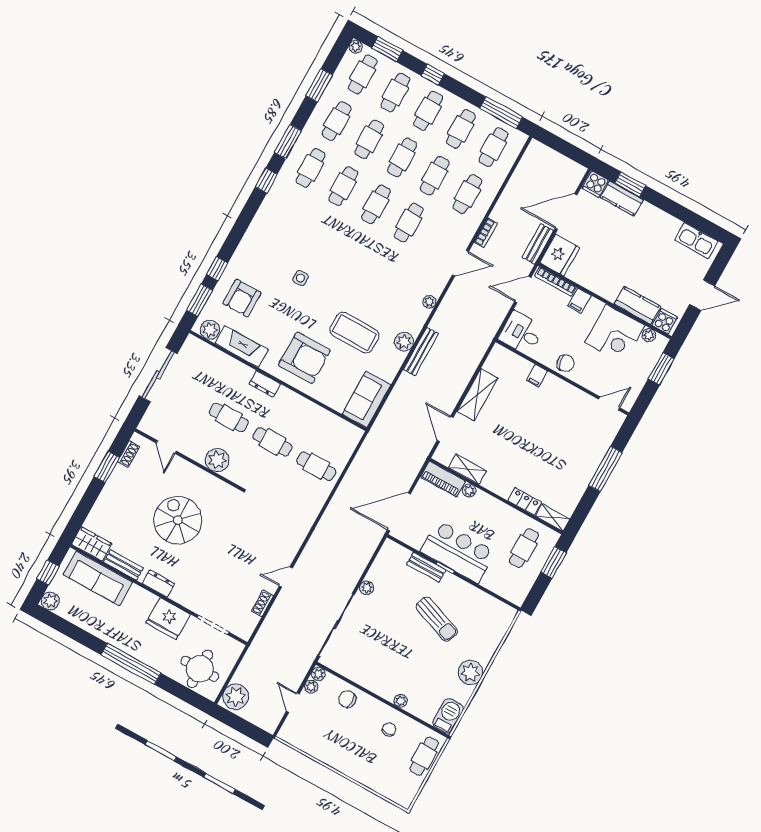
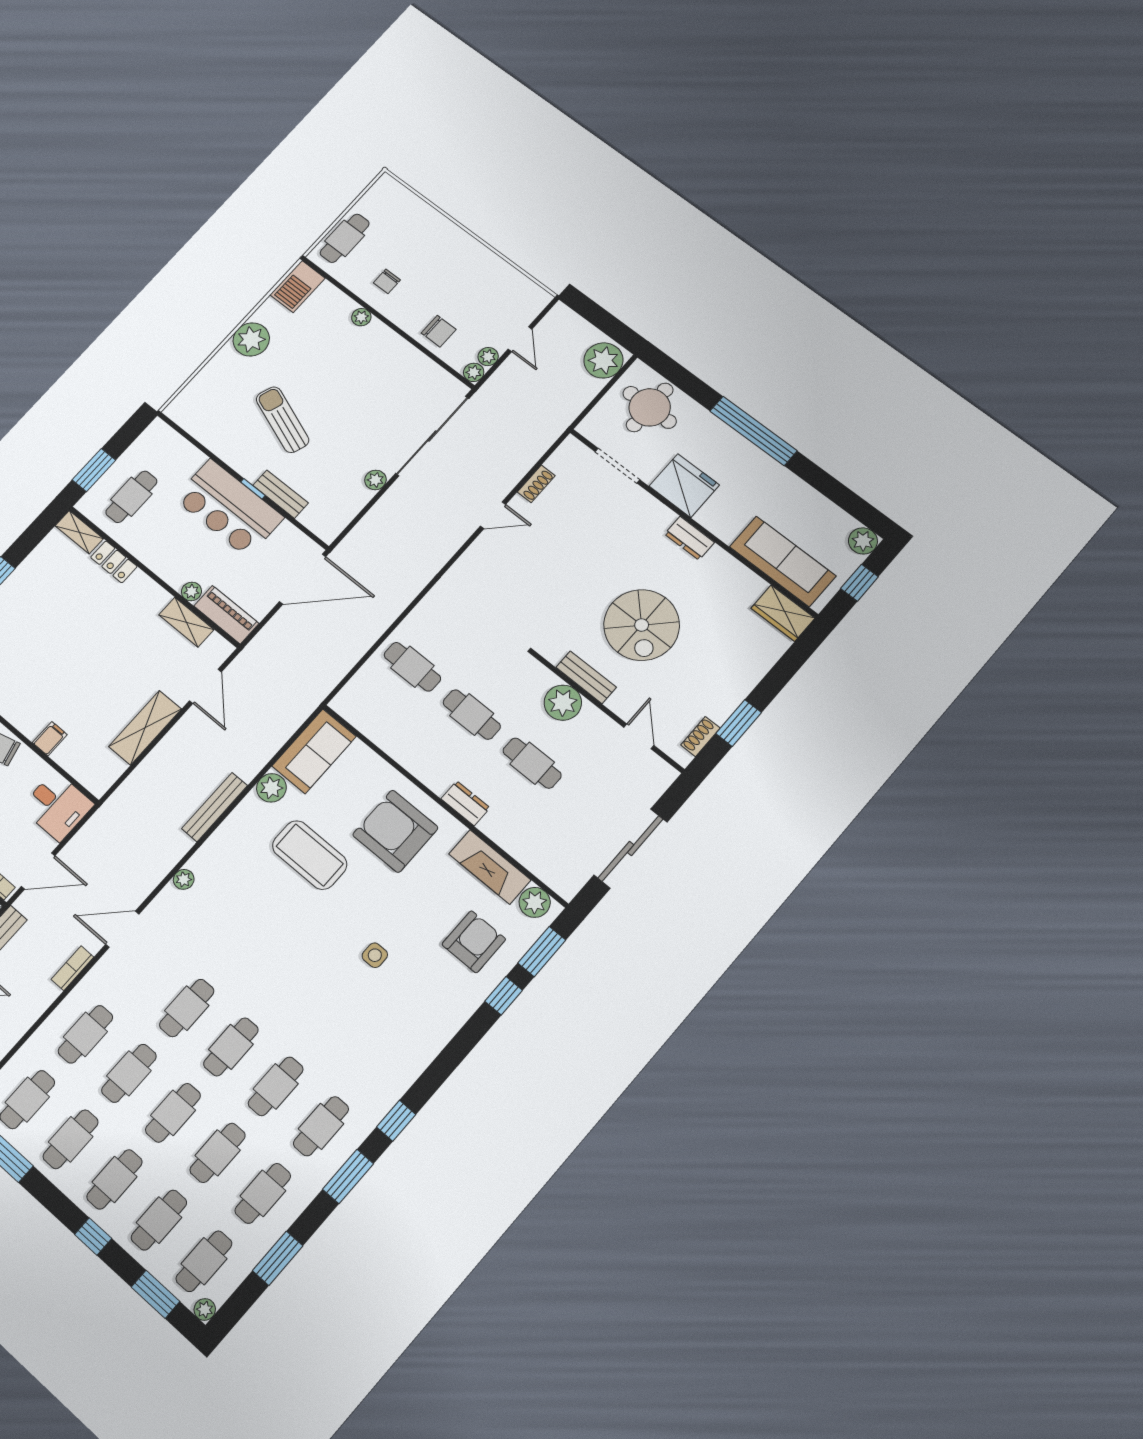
plant: (404, 342) -> (271, 788), moved
bench: (123, 565) -> (586, 677), moved

